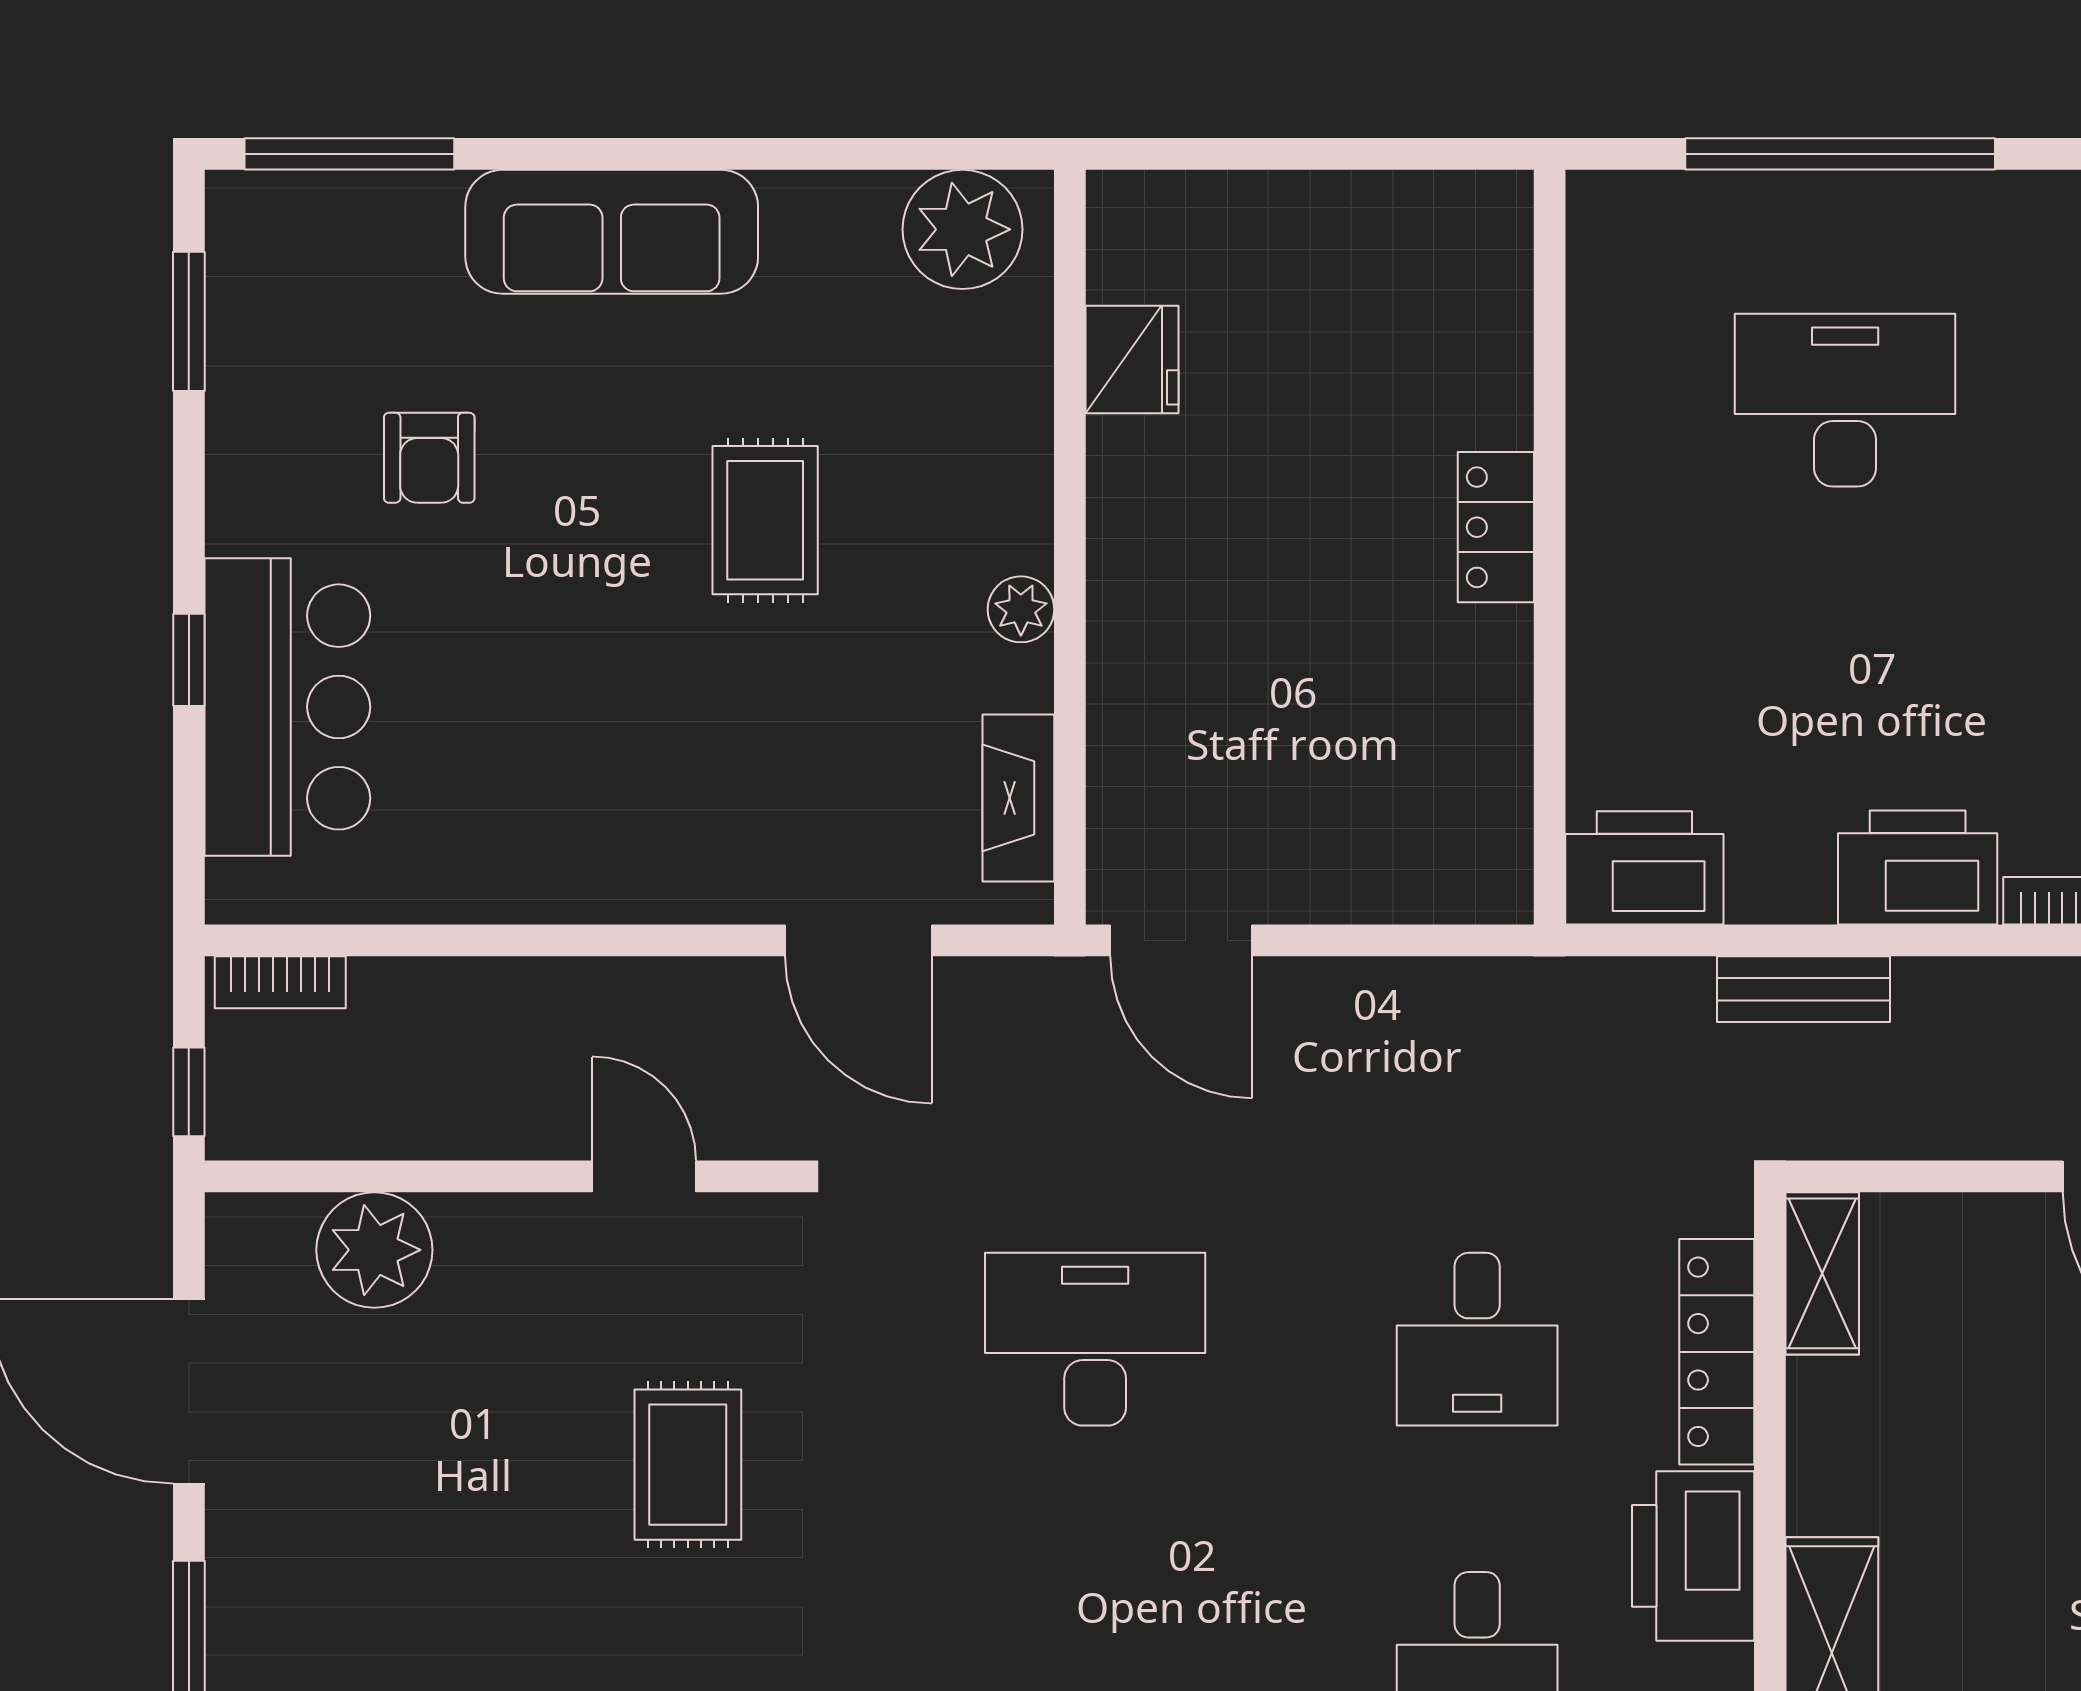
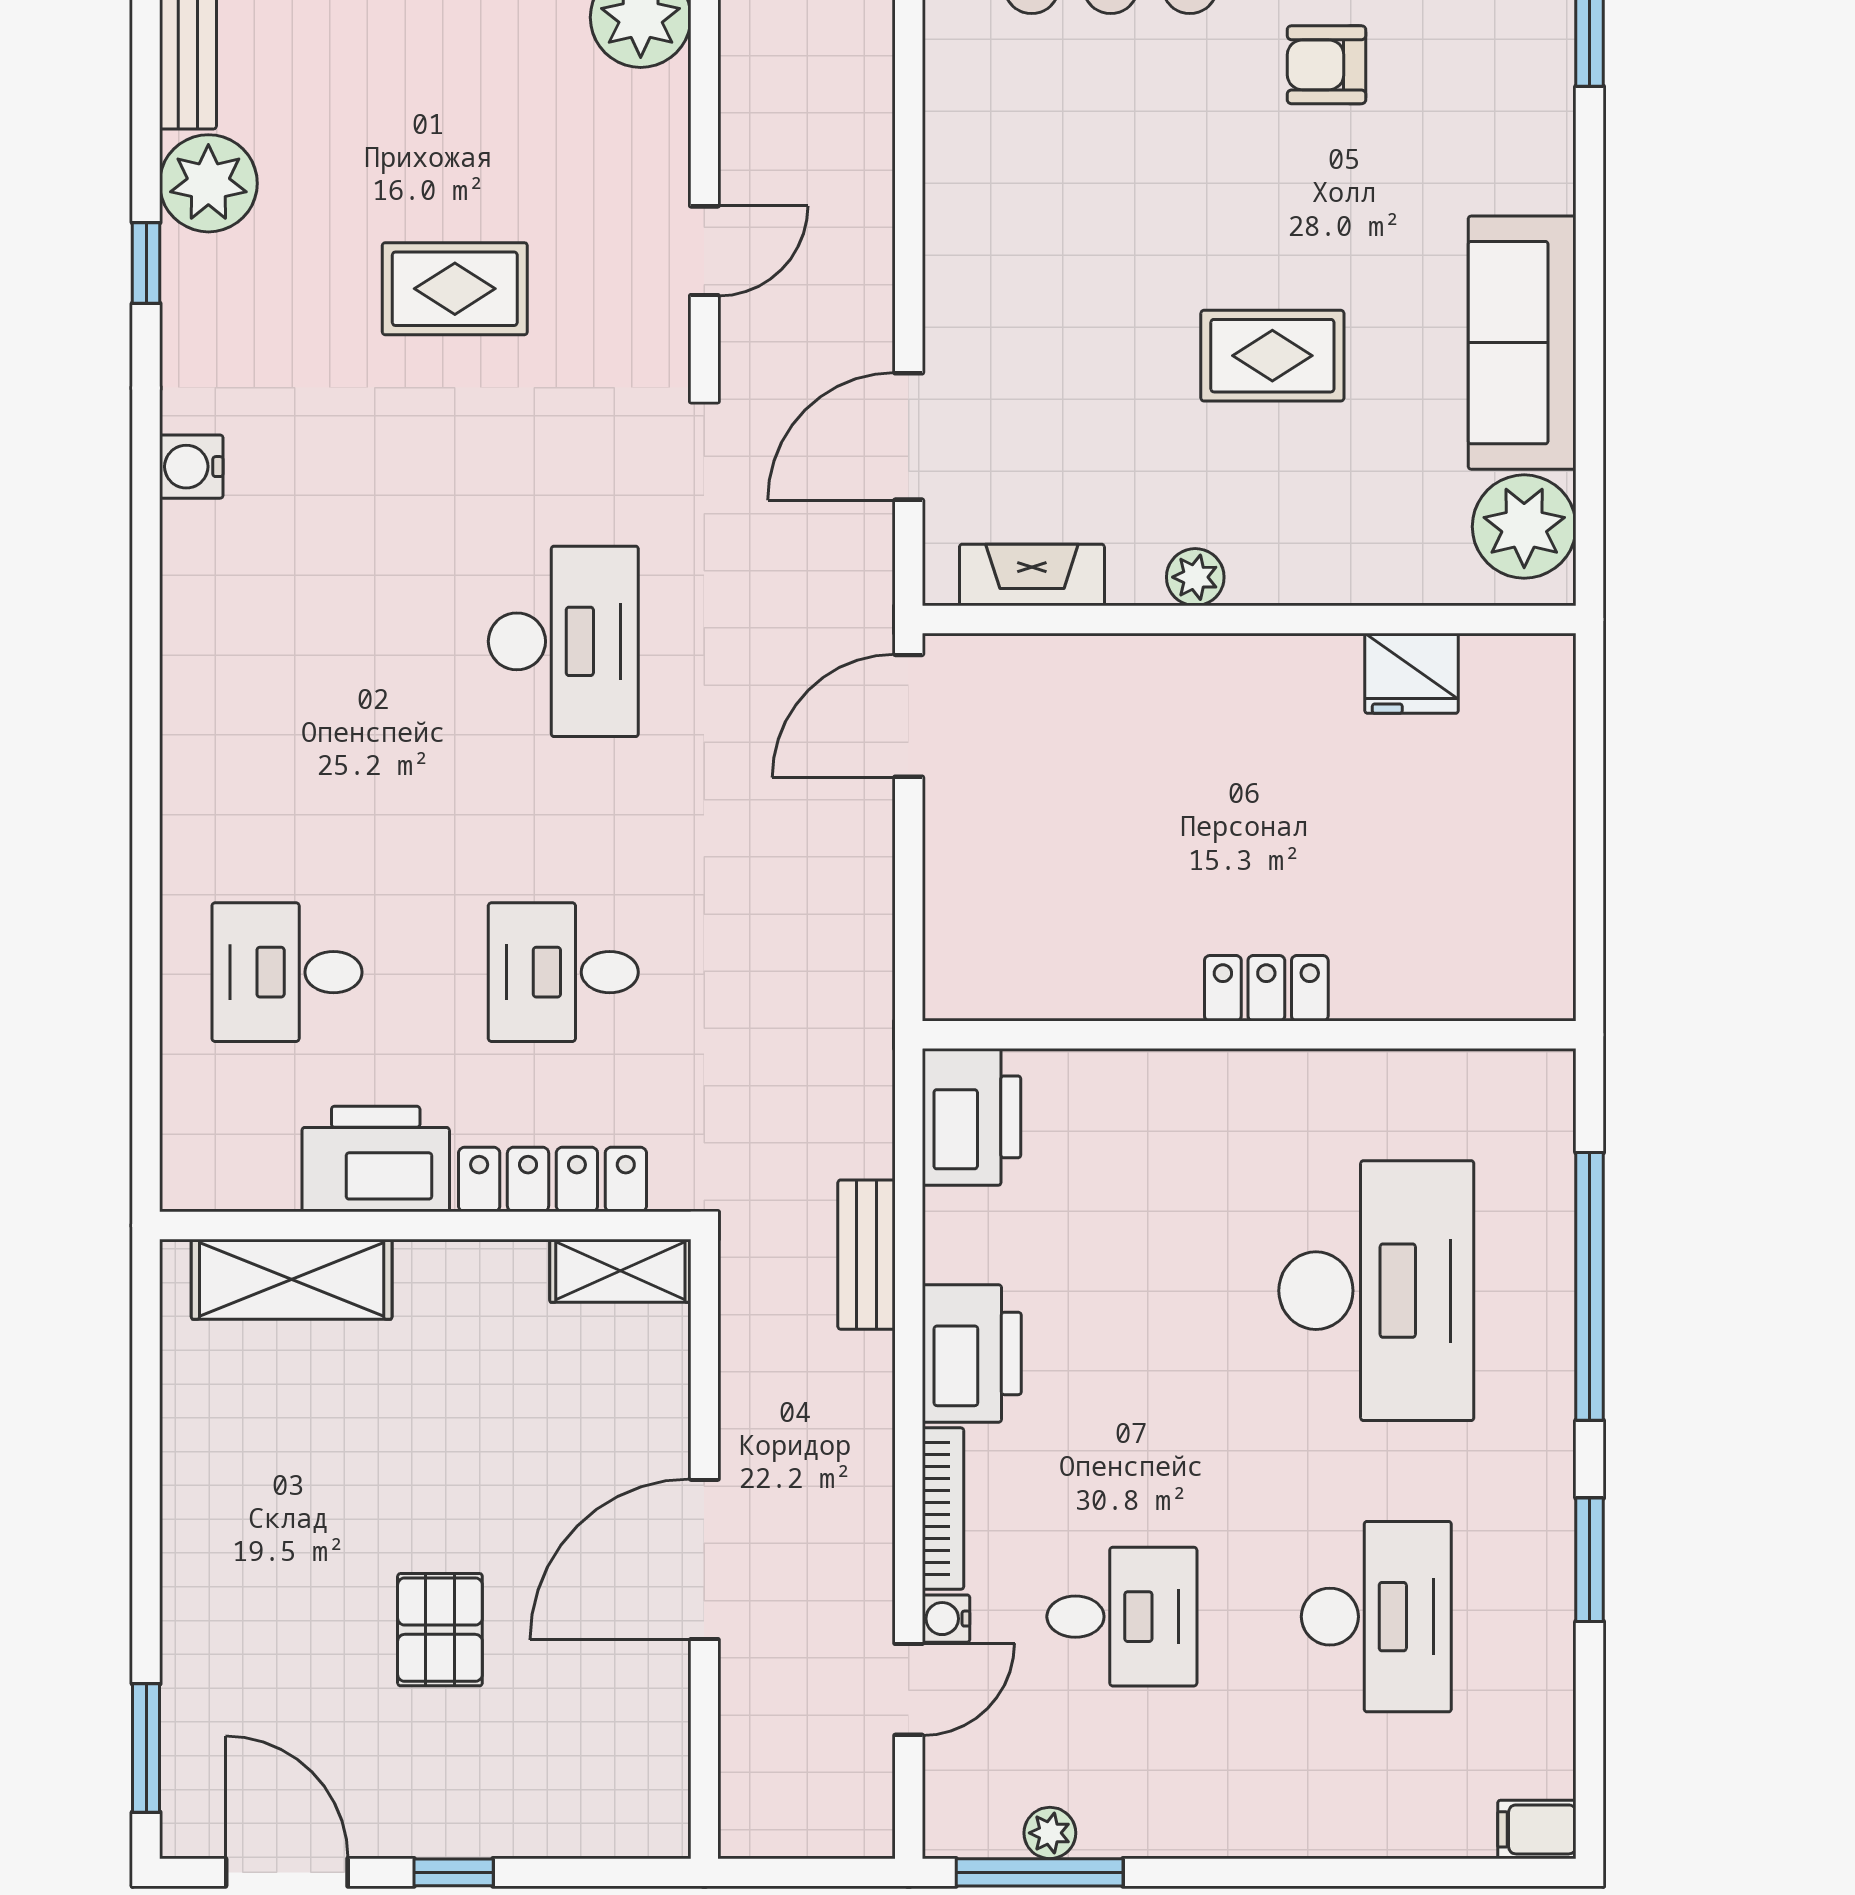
sofa: (612, 232) -> (1522, 343), moved
desk: (1845, 400) -> (1376, 1291), width x1.36, depth x1.30

